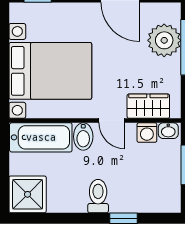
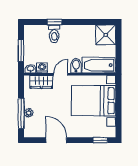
plant: (164, 40) -> (29, 113), width x0.53, depth x0.53
door: (112, 121) -> (61, 74), hinge flipped
toilet: (98, 196) -> (54, 34), moved

